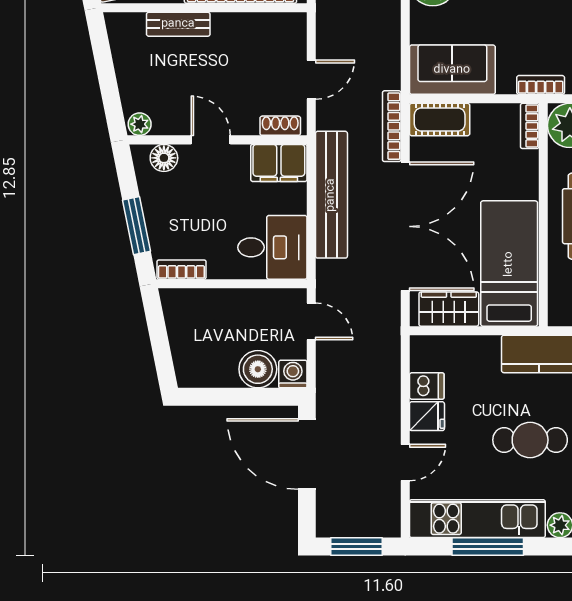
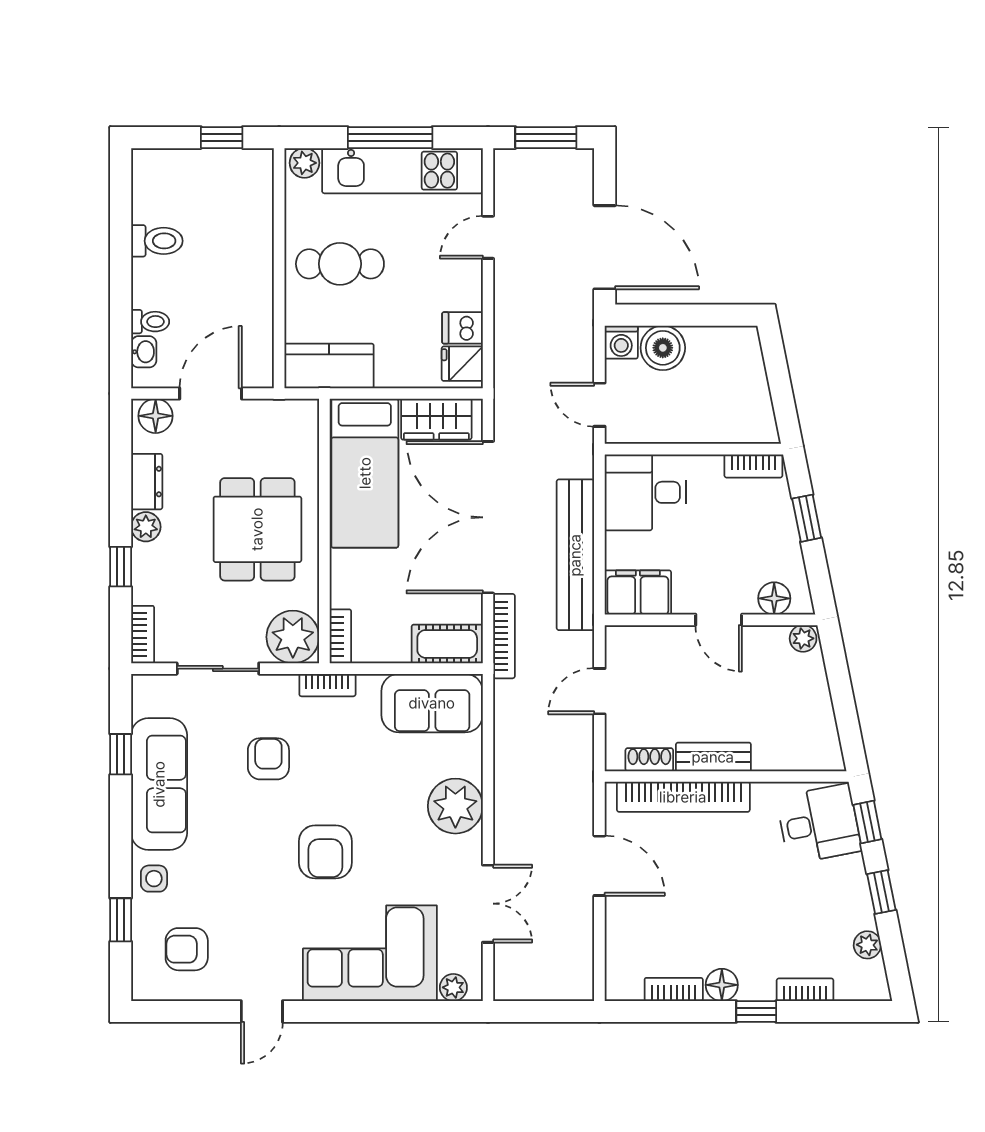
bench: (178, 24) -> (713, 757), moved
shoe rack: (280, 126) -> (649, 760), moved, turned 180
window: (137, 226) -> (807, 518), width x0.67
fridge: (427, 416) -> (462, 364), moved

